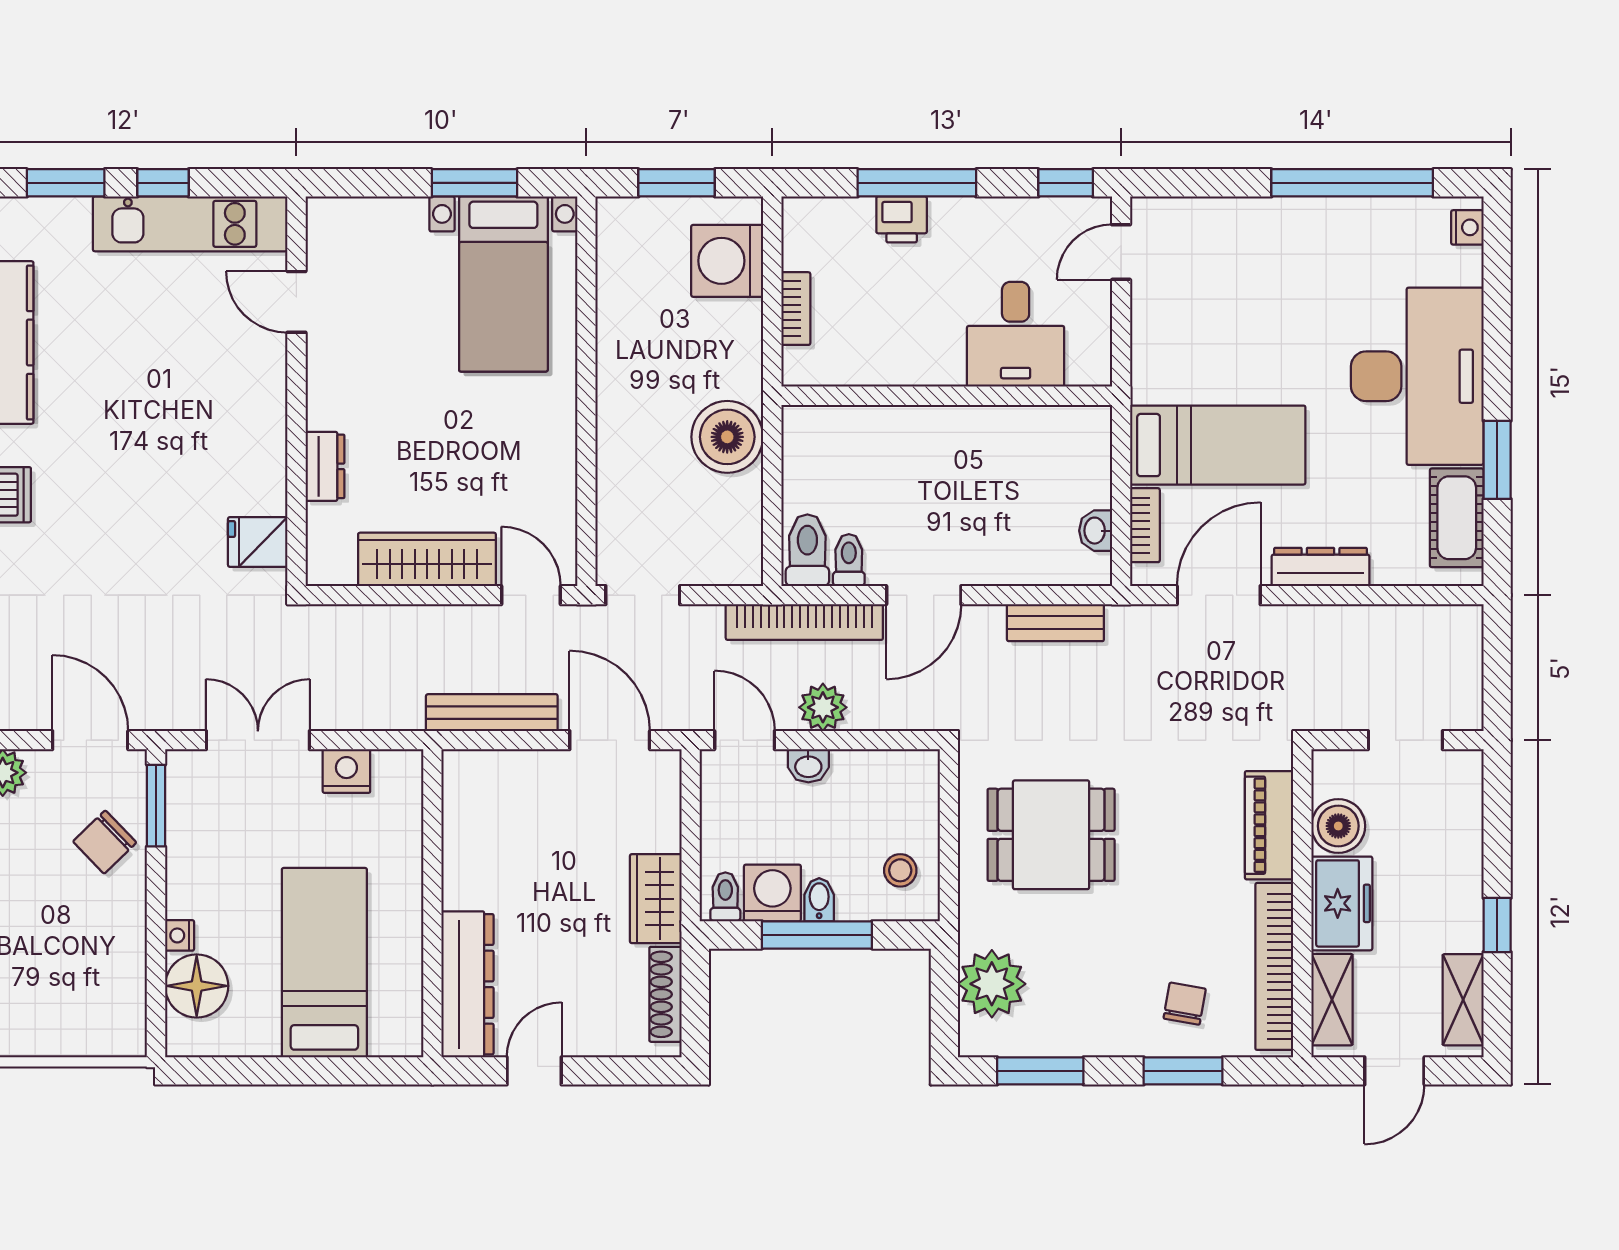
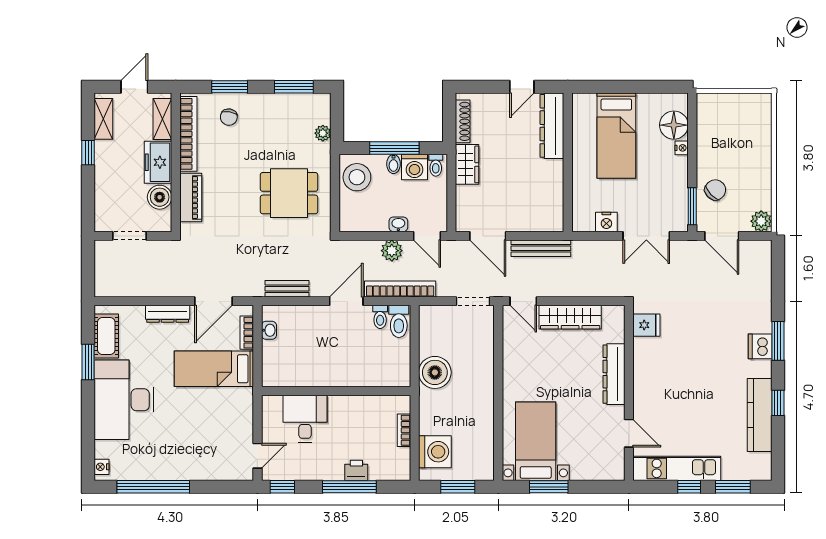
dresser: (325, 466) -> (614, 374), width x1.96, depth x1.24
stool: (900, 870) -> (357, 177), width x1.89, depth x1.89
plant: (992, 984) -> (323, 133), width x0.53, depth x0.53

